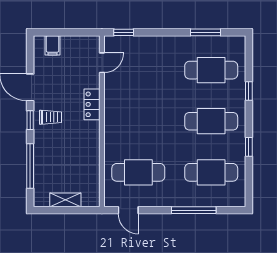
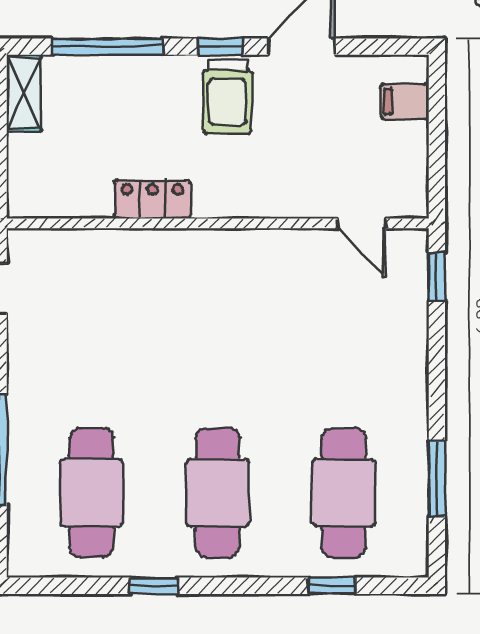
window: (249, 91) -> (332, 586), moved
locker: (92, 104) -> (152, 199), moved
trolley: (50, 117) -> (228, 96), width x1.36, depth x1.39
cafe table: (138, 172) -> (92, 313), removed
shelving: (65, 200) -> (24, 93), moved

